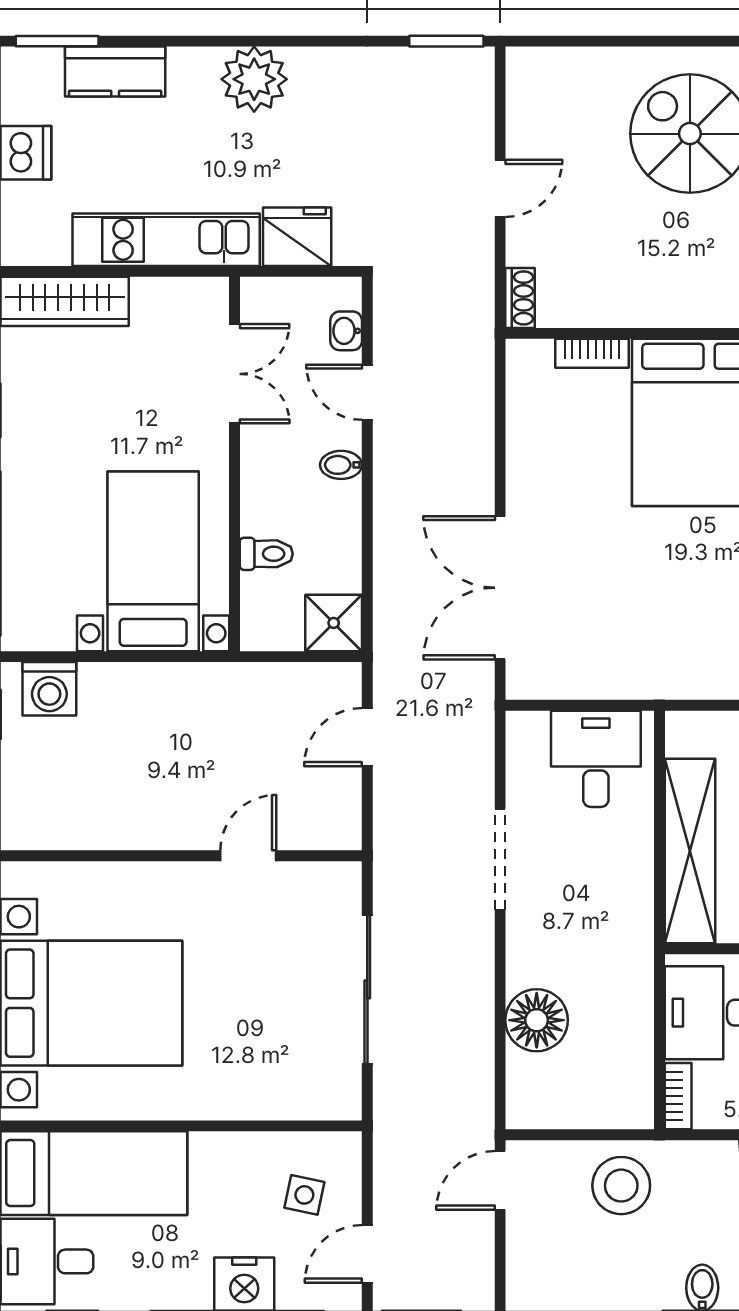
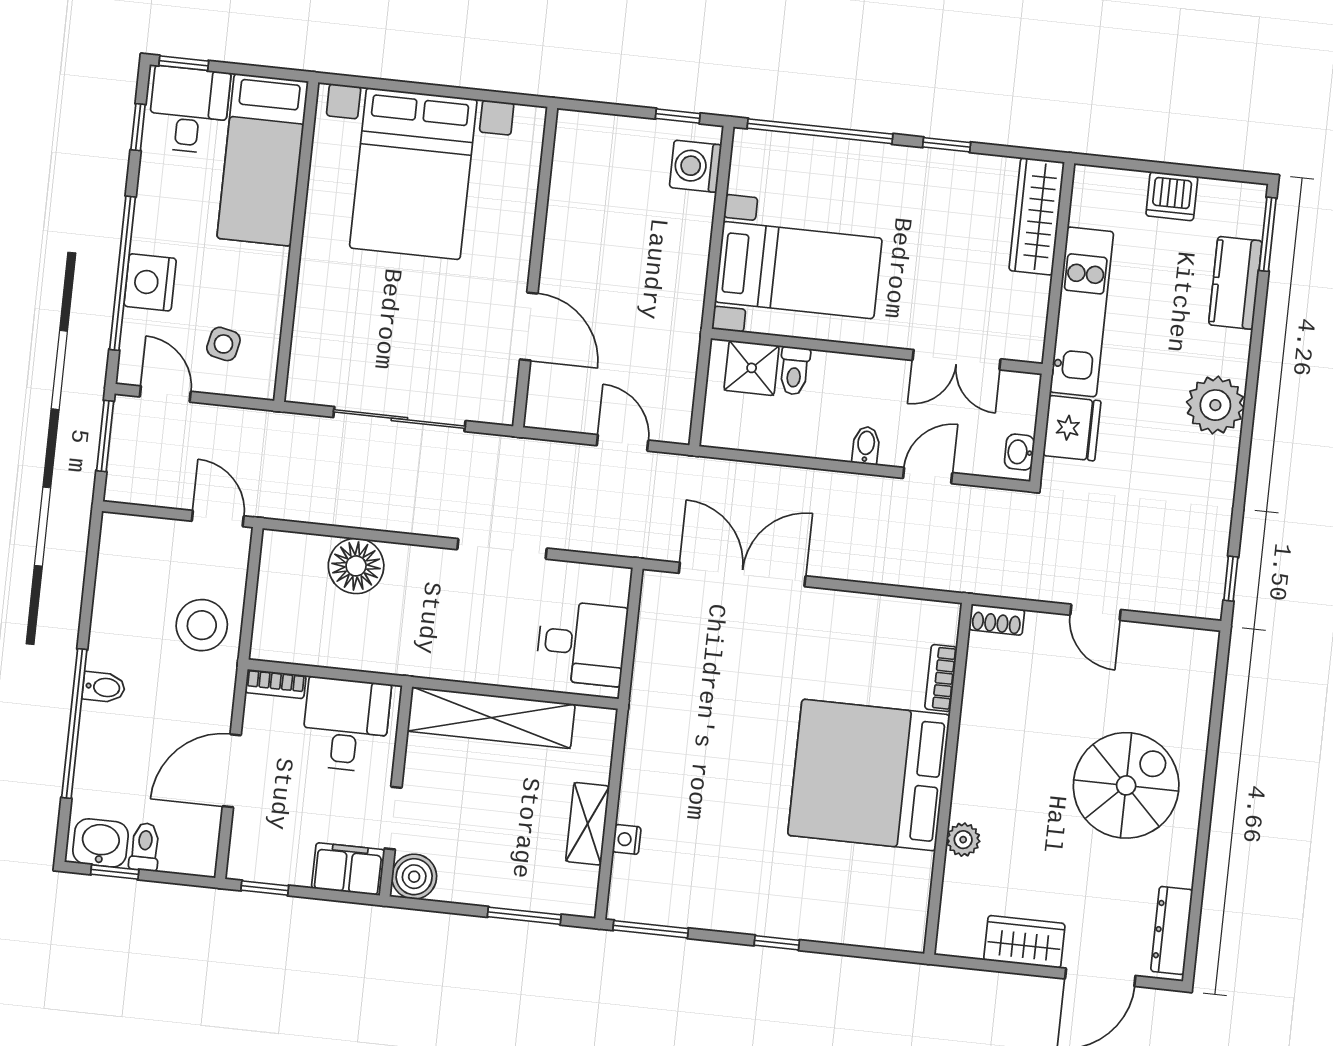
window: (446, 41) -> (1231, 579), width x0.67
washbasin: (346, 331) -> (1019, 452), moved, turned -90
shower: (334, 623) -> (752, 368), moved
door: (248, 856) -> (529, 326), width x1.38

